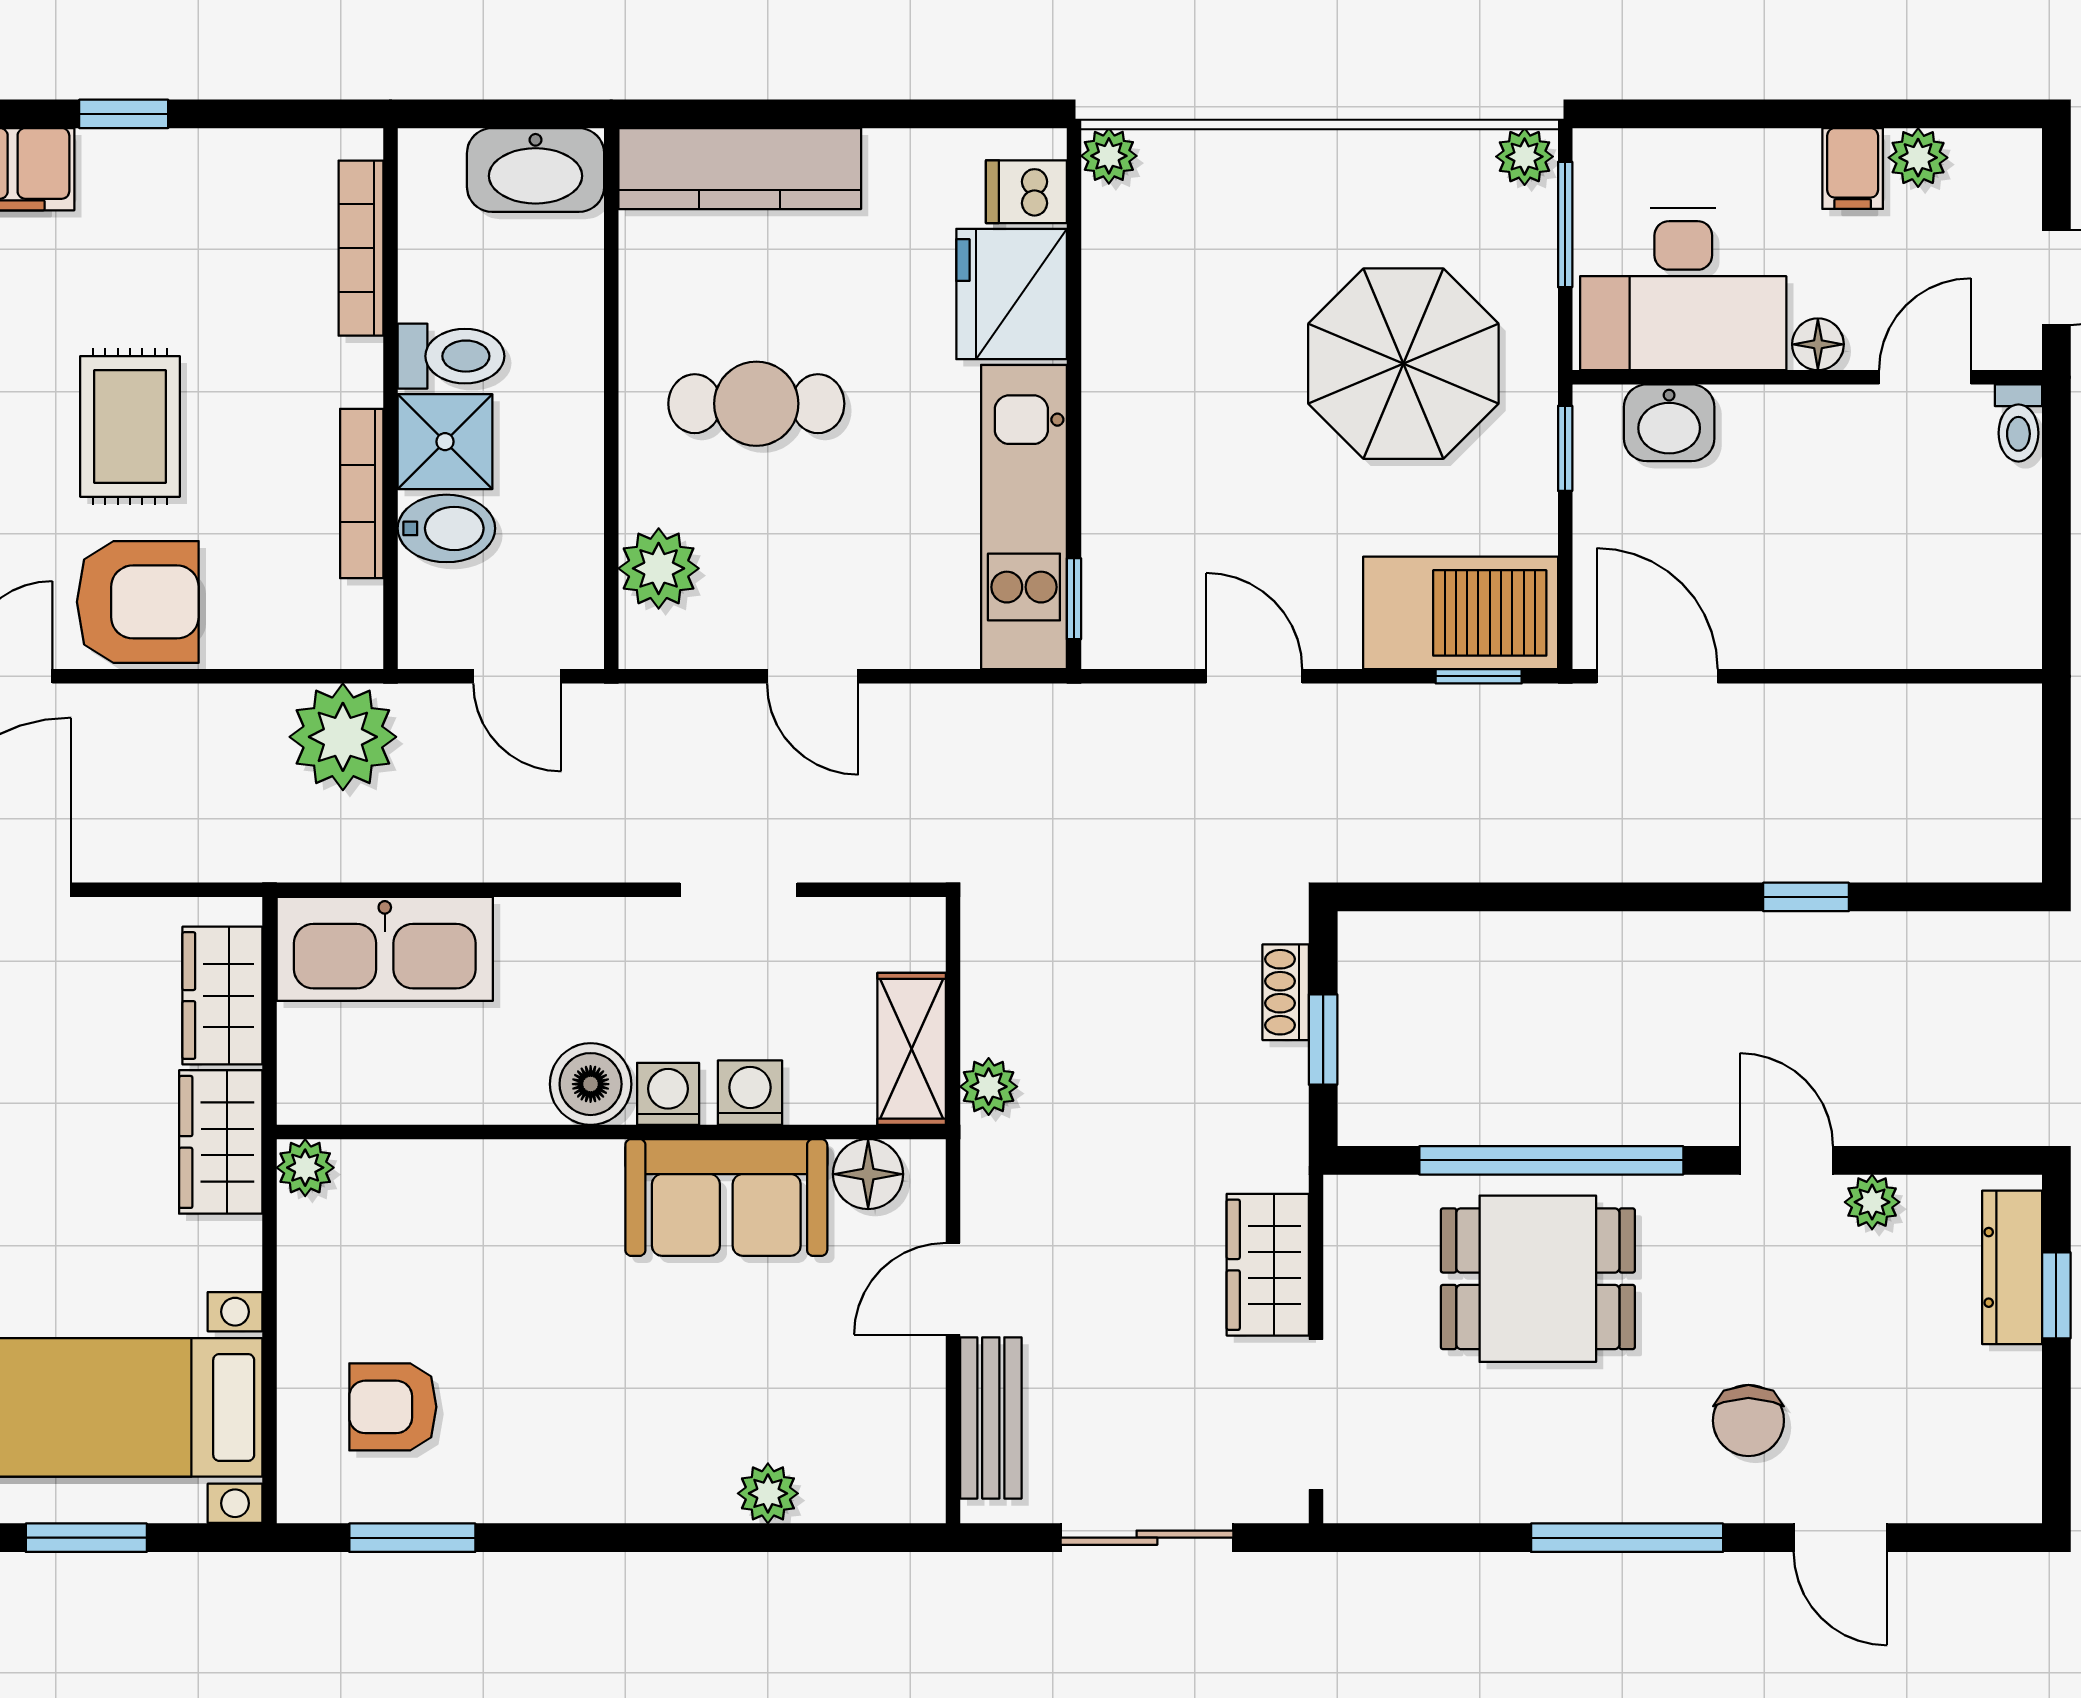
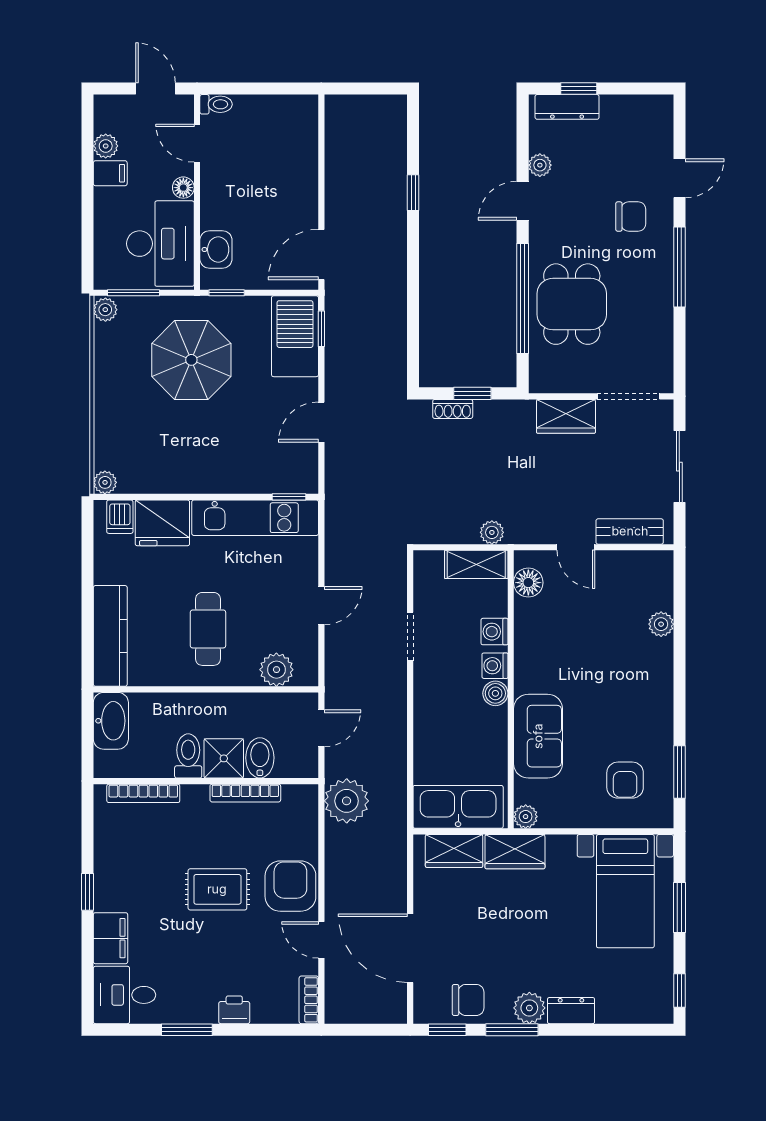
kitchen sink: (385, 949) -> (458, 807), moved, turned -90
boiler: (591, 1084) -> (495, 693), width x0.73, depth x0.73
sofa: (726, 1197) -> (538, 736), moved

